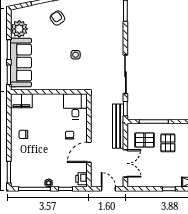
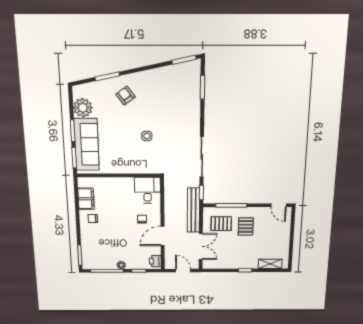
filing cabinet: (21, 101) -> (86, 199), moved, turned -90

